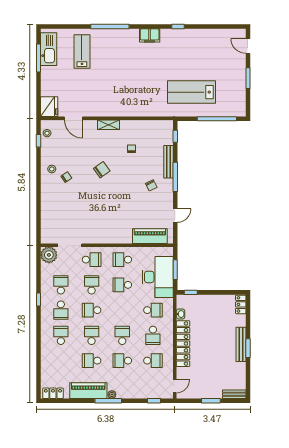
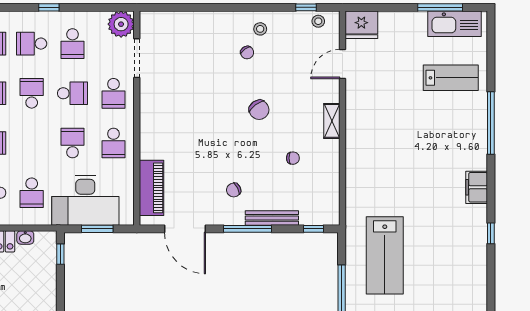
lab bench: (192, 92) -> (385, 255), turned 180
door: (175, 215) -> (185, 229), width x1.87
school desk: (122, 260) -> (113, 143), turned 180
school desk: (61, 285) -> (73, 44), turned 90

